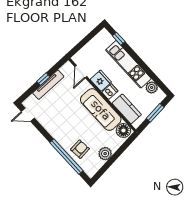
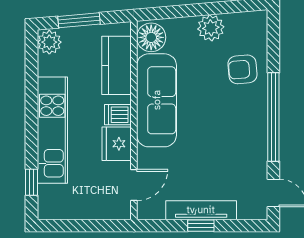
plant: (152, 88) -> (49, 42), moved
window: (66, 157) -> (273, 117), moved

